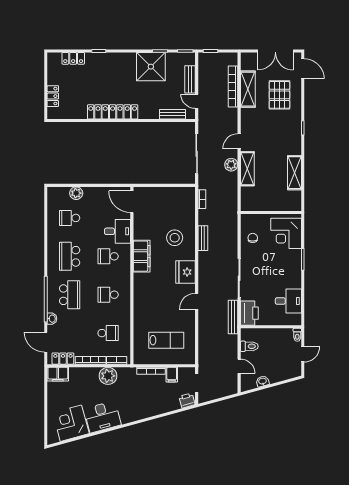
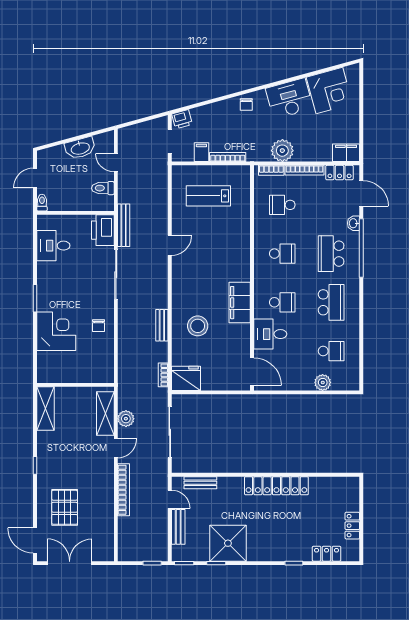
bookcase: (233, 86) -> (124, 490), moved
shelving: (248, 89) -> (105, 515), removed
locker: (53, 96) -> (352, 526), moved
wall: (271, 212) -> (75, 385), moved
fridge: (186, 272) -> (186, 378), moved, turned -90
washbasin: (263, 381) -> (80, 148), width x1.91, depth x1.45
chair: (136, 412) -> (246, 104), added

